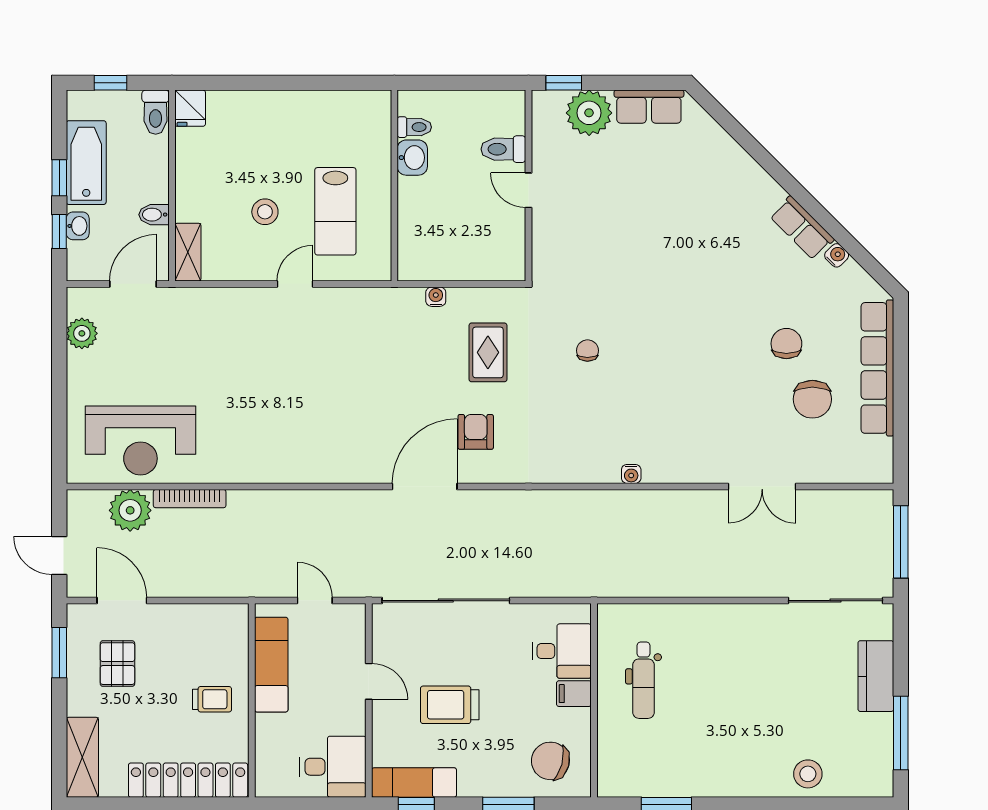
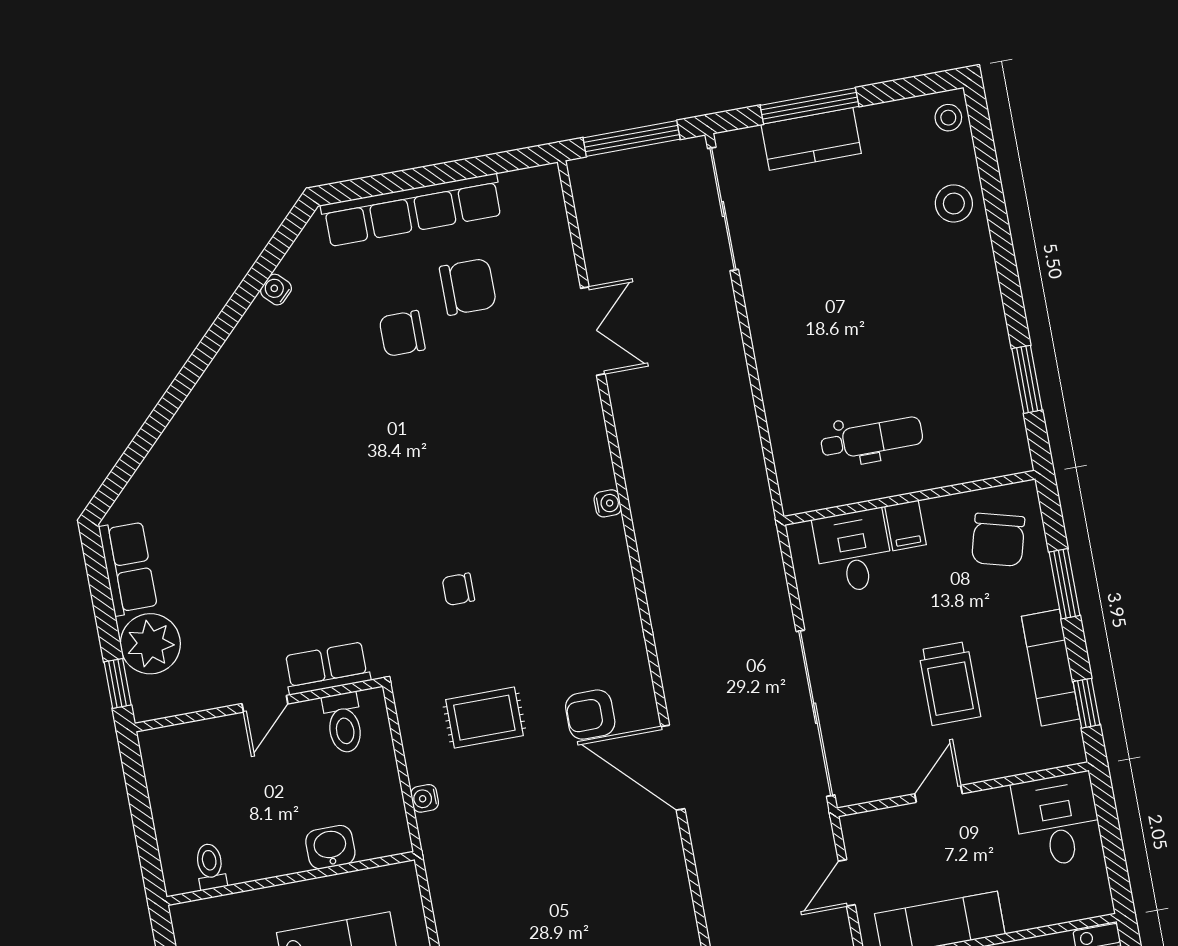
toilet: (503, 149) -> (344, 723), moved
washbasin: (412, 158) -> (330, 847), moved
row of seats: (802, 228) -> (327, 668), moved, turned -135
window: (901, 733) -> (810, 106), moved
stool: (873, 782) -> (948, 118), added
exam couch: (414, 783) -> (1051, 668), moved

